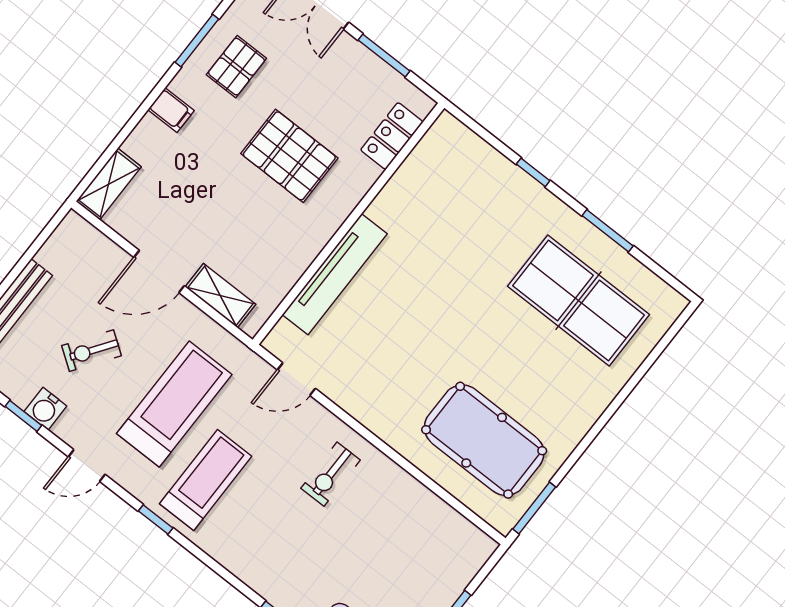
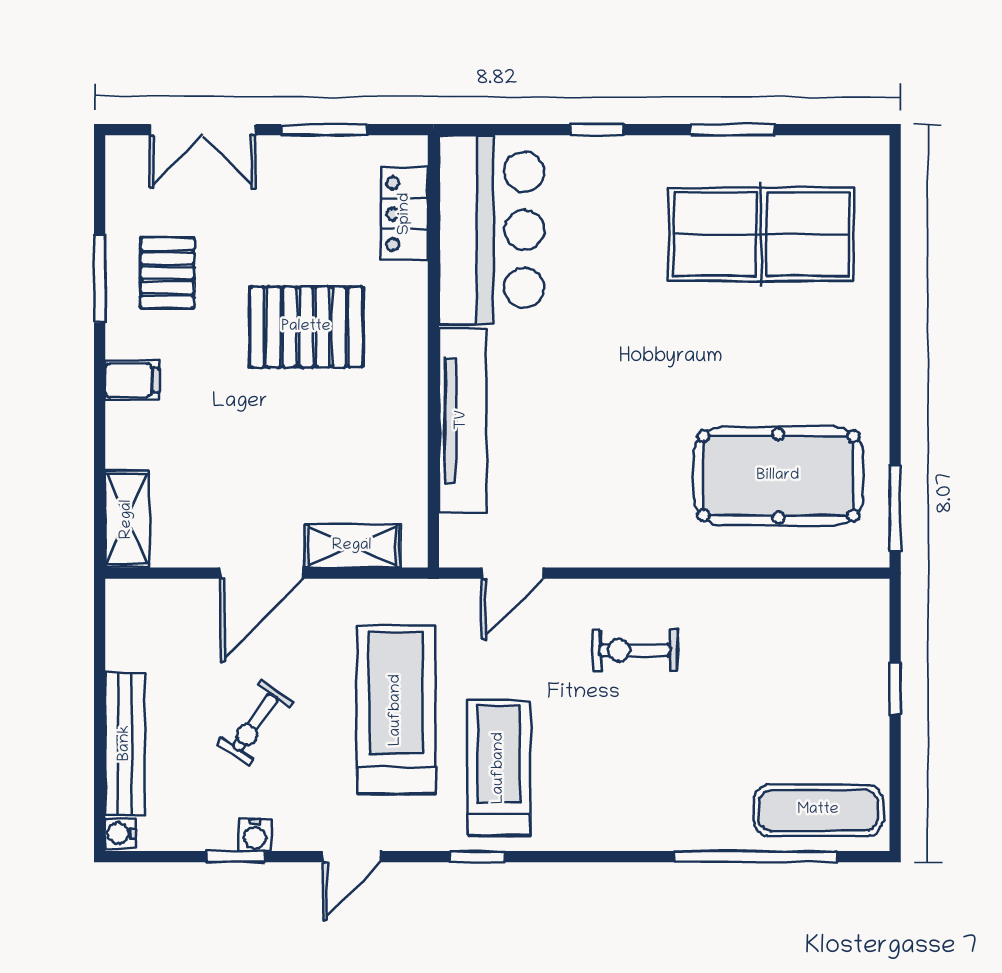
bar counter: (433, 182) -> (492, 230), added
water cooler: (45, 409) -> (255, 835), width x0.72, depth x0.72
exercise bike: (331, 474) -> (635, 650), turned 90

